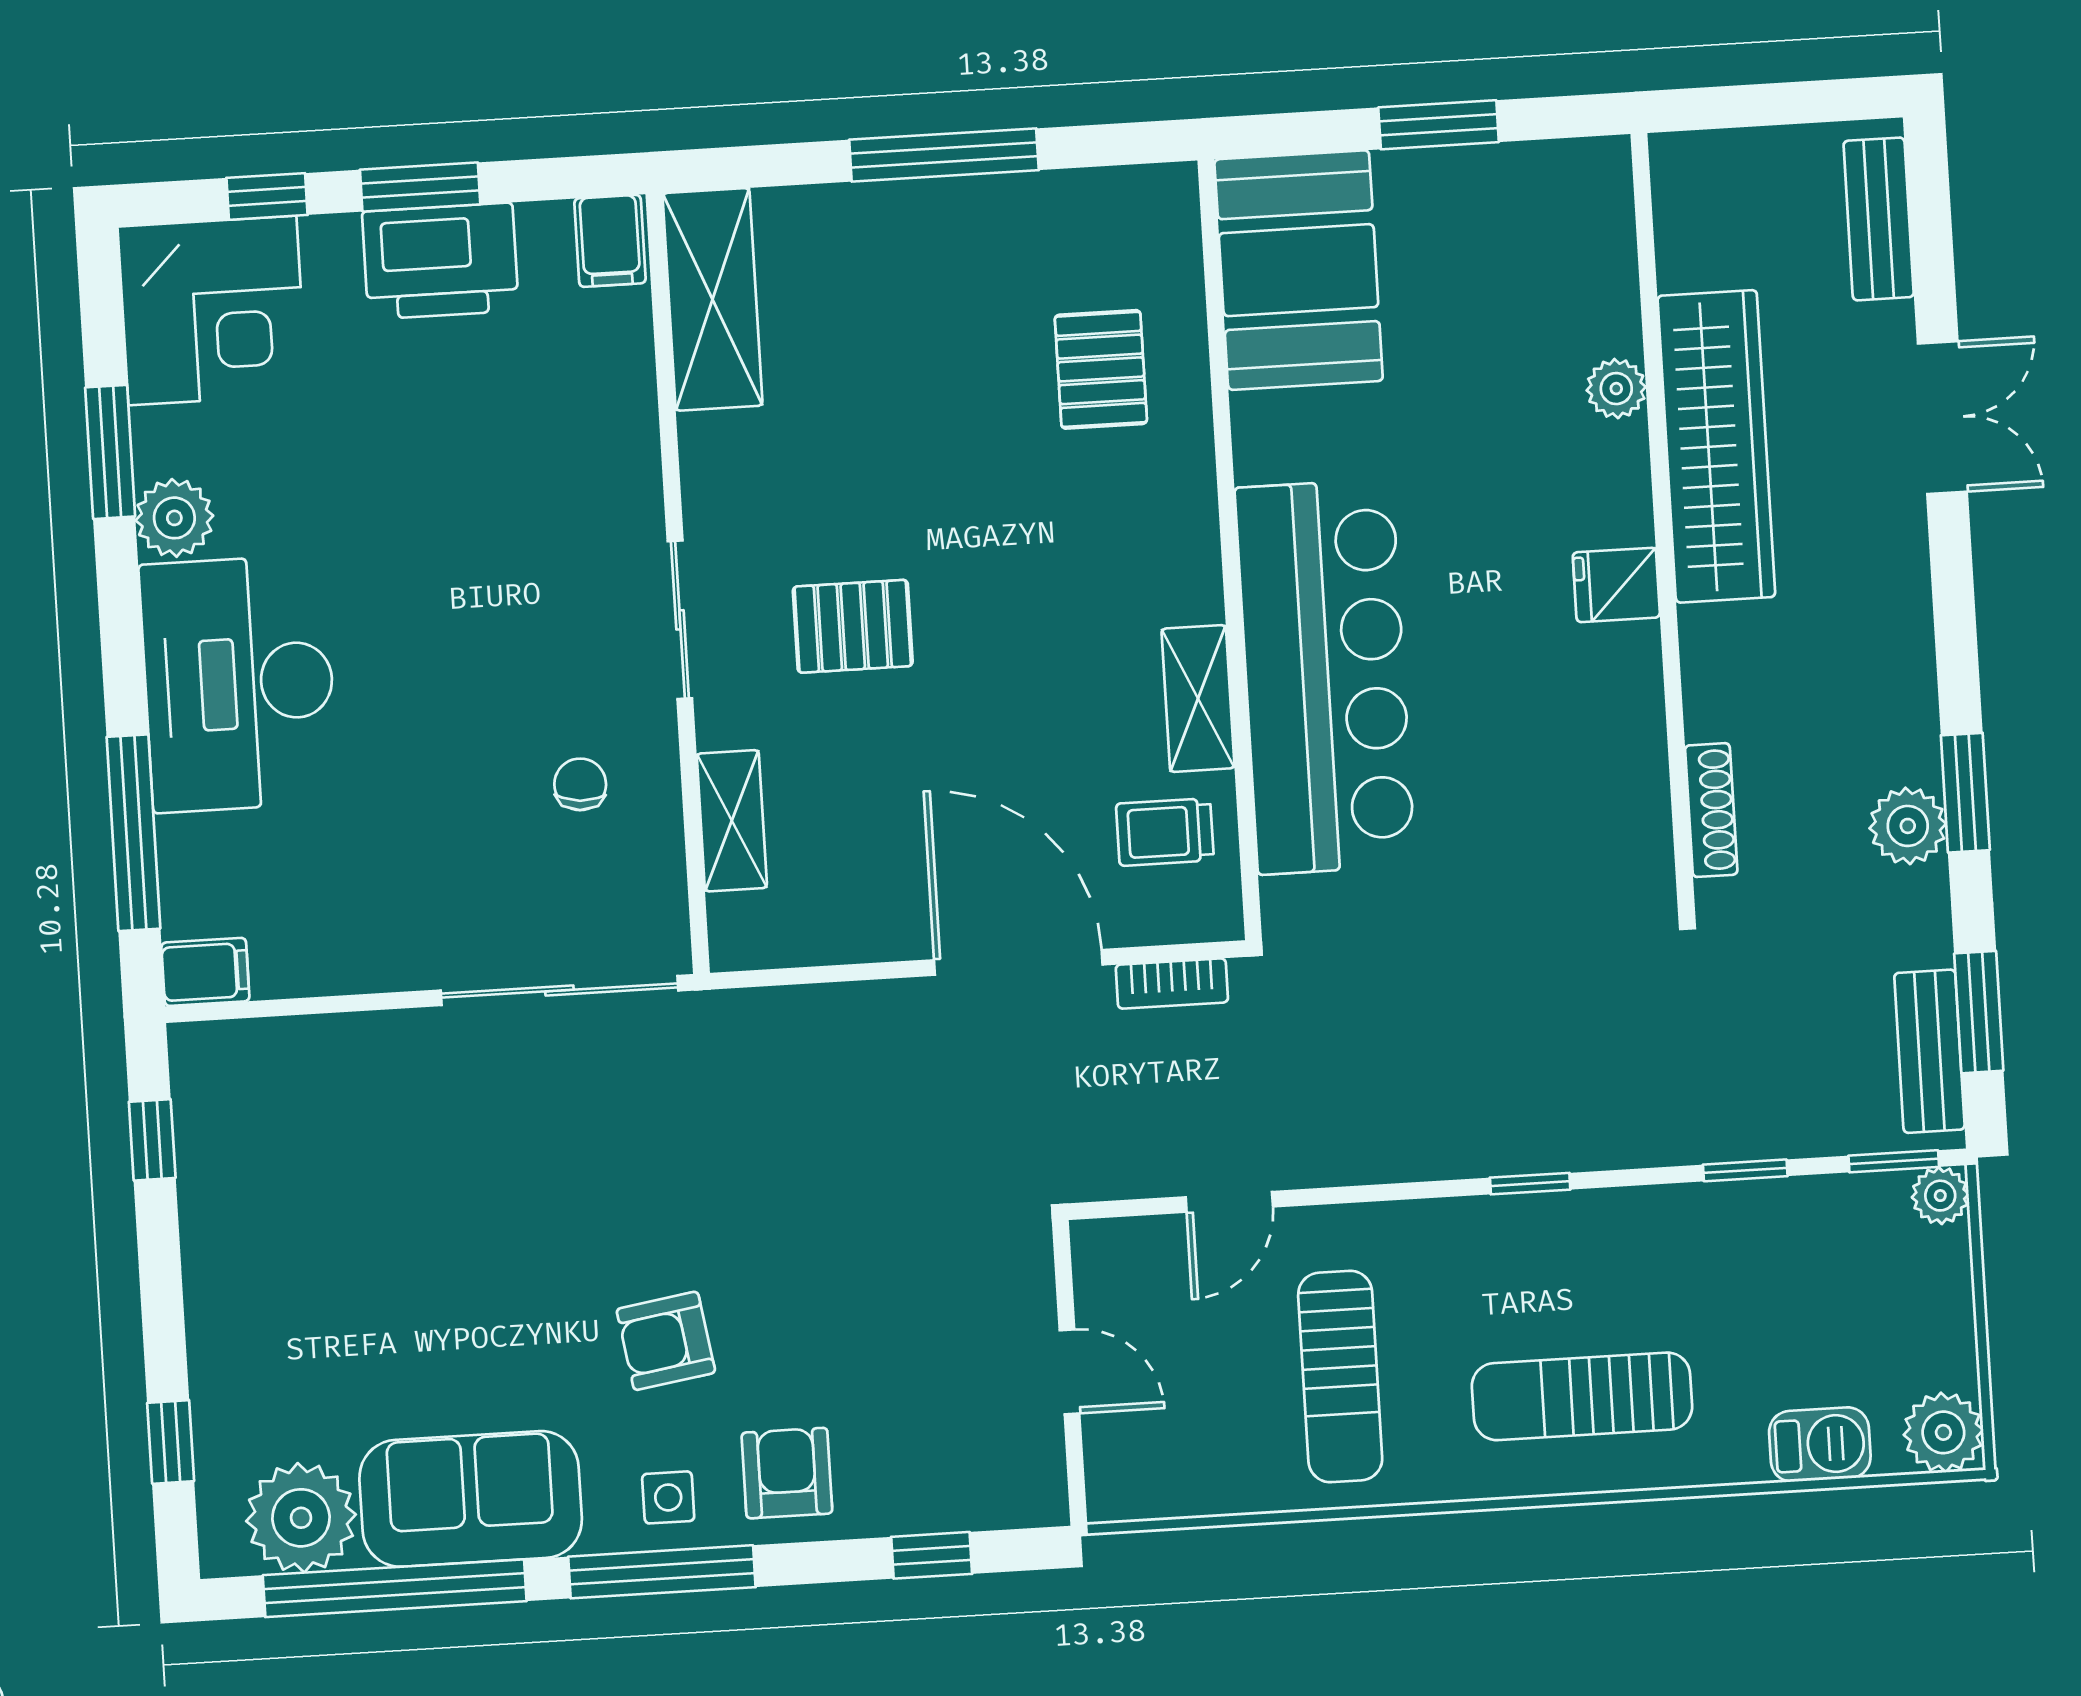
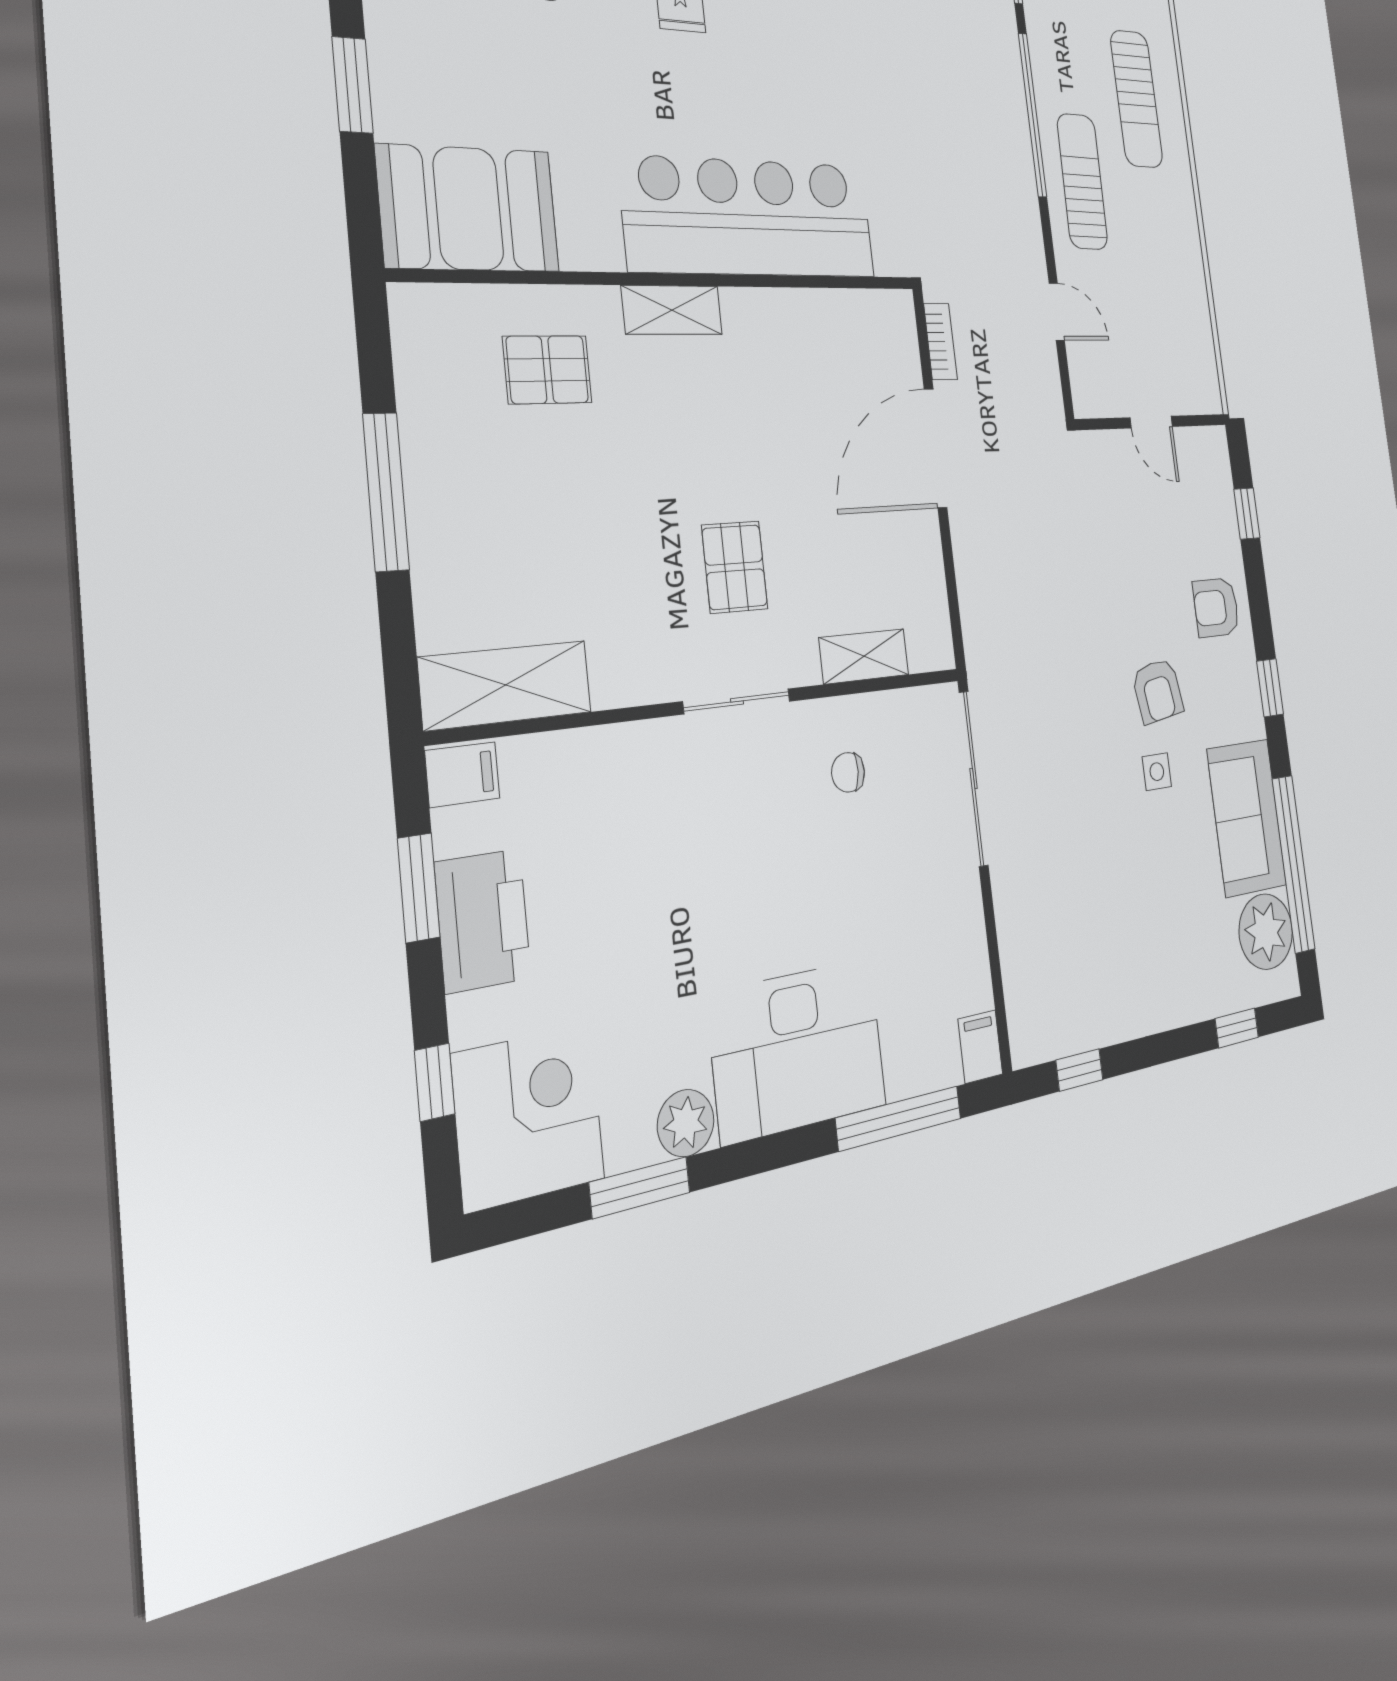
window: (420, 187) -> (419, 888), moved
shelving: (1198, 698) -> (672, 310), moved
trolley: (1165, 832) -> (852, 340), removed
window: (1530, 1184) -> (1032, 115), width x3.17
door: (1070, 1372) -> (1151, 422), swing flipped
sun lounger: (1340, 1376) -> (1082, 181), moved, turned -89
side table: (668, 1497) -> (1157, 772), moved
window: (662, 1572) -> (1270, 688), width x0.46

